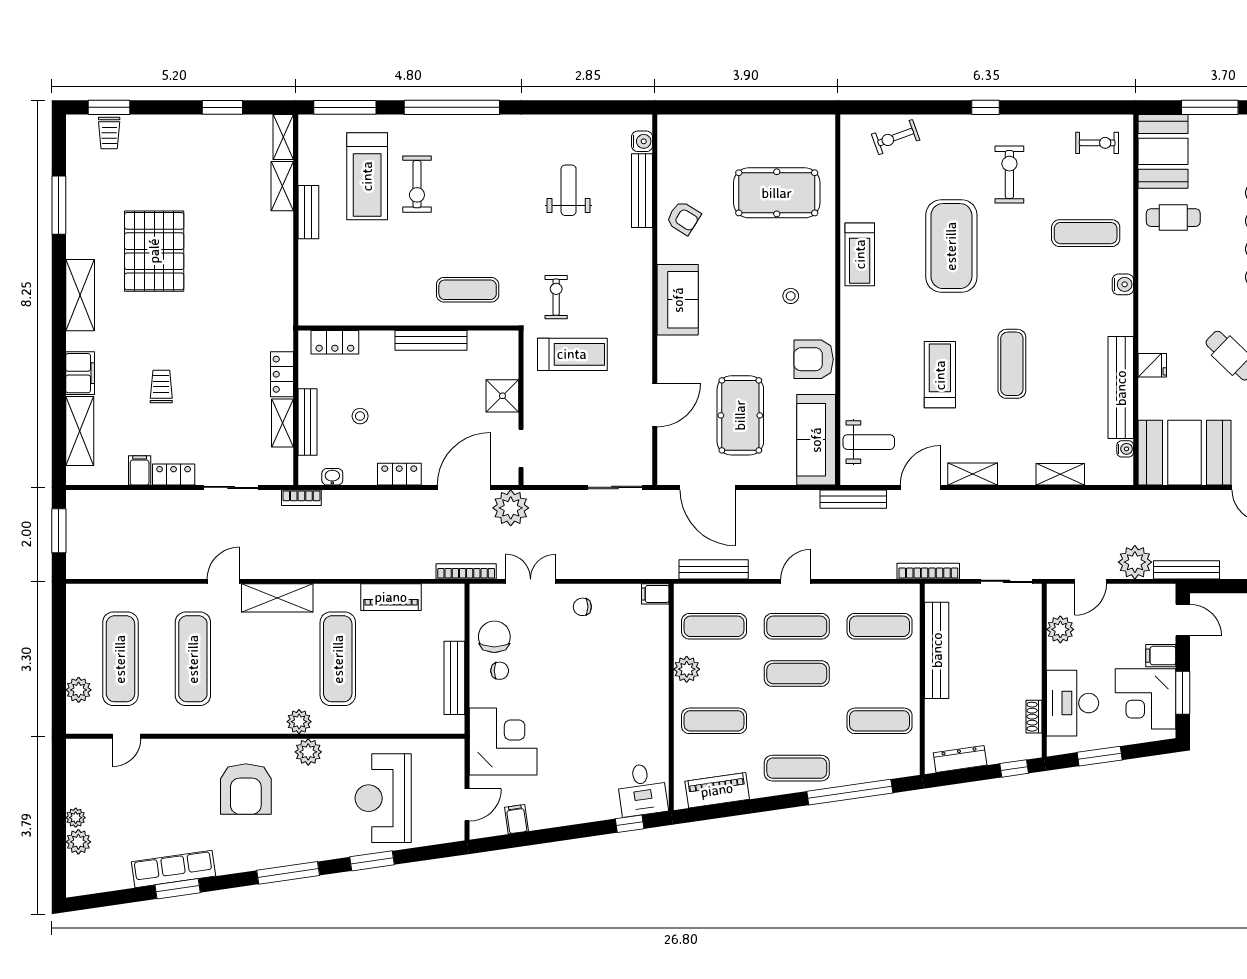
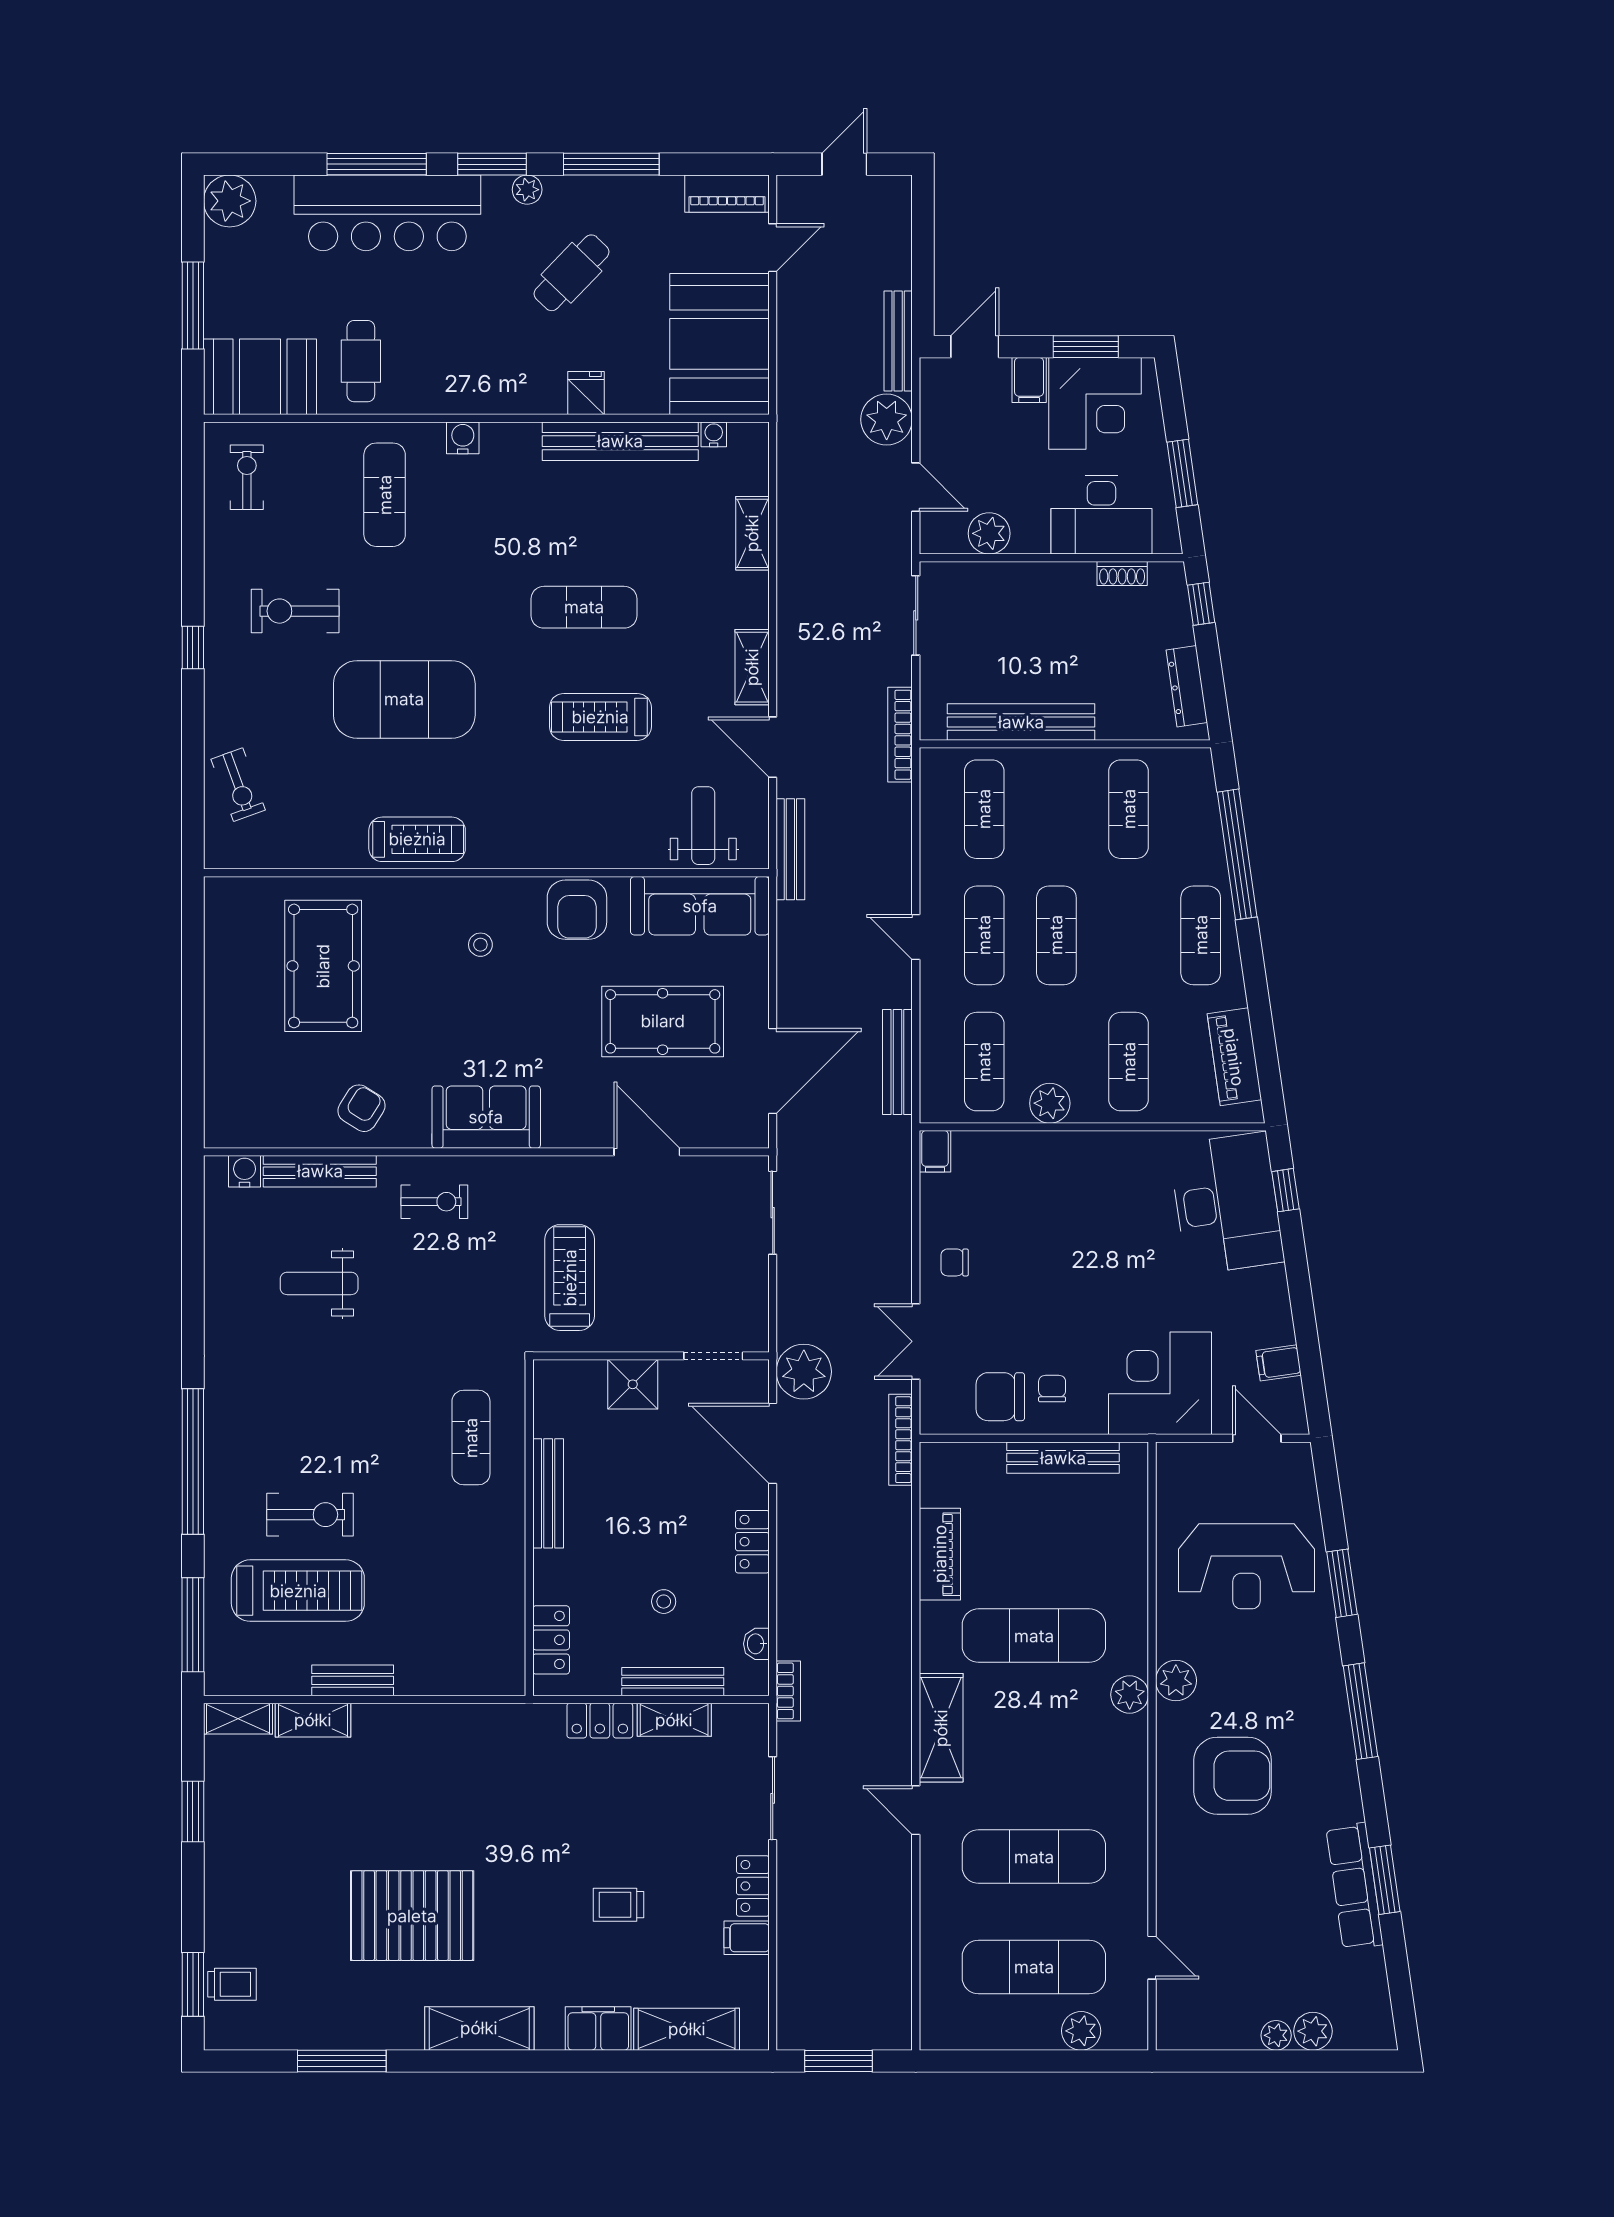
exercise bike: (556, 297) -> (434, 1202), moved, turned 180
chair: (582, 607) -> (955, 1262), turned 90
desk: (642, 790) -> (1227, 1203), width x1.87, depth x1.30

